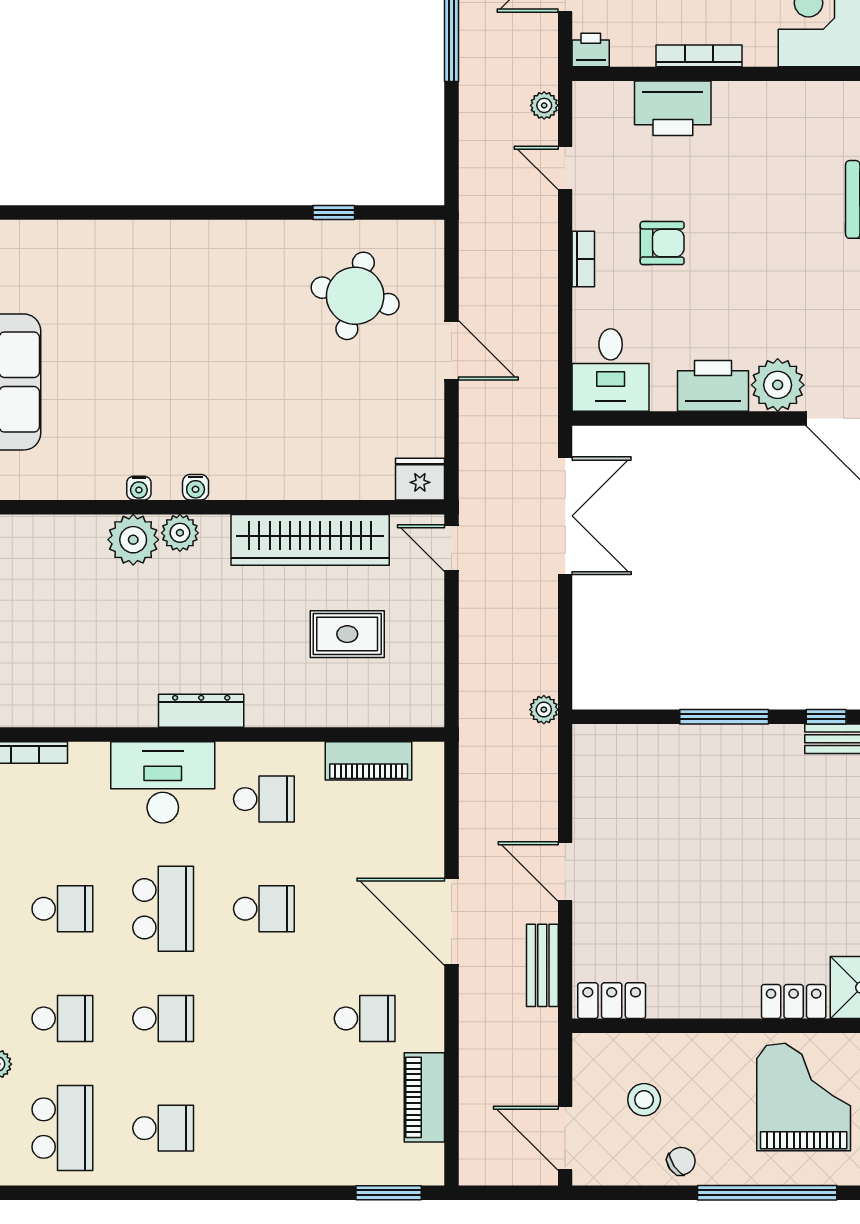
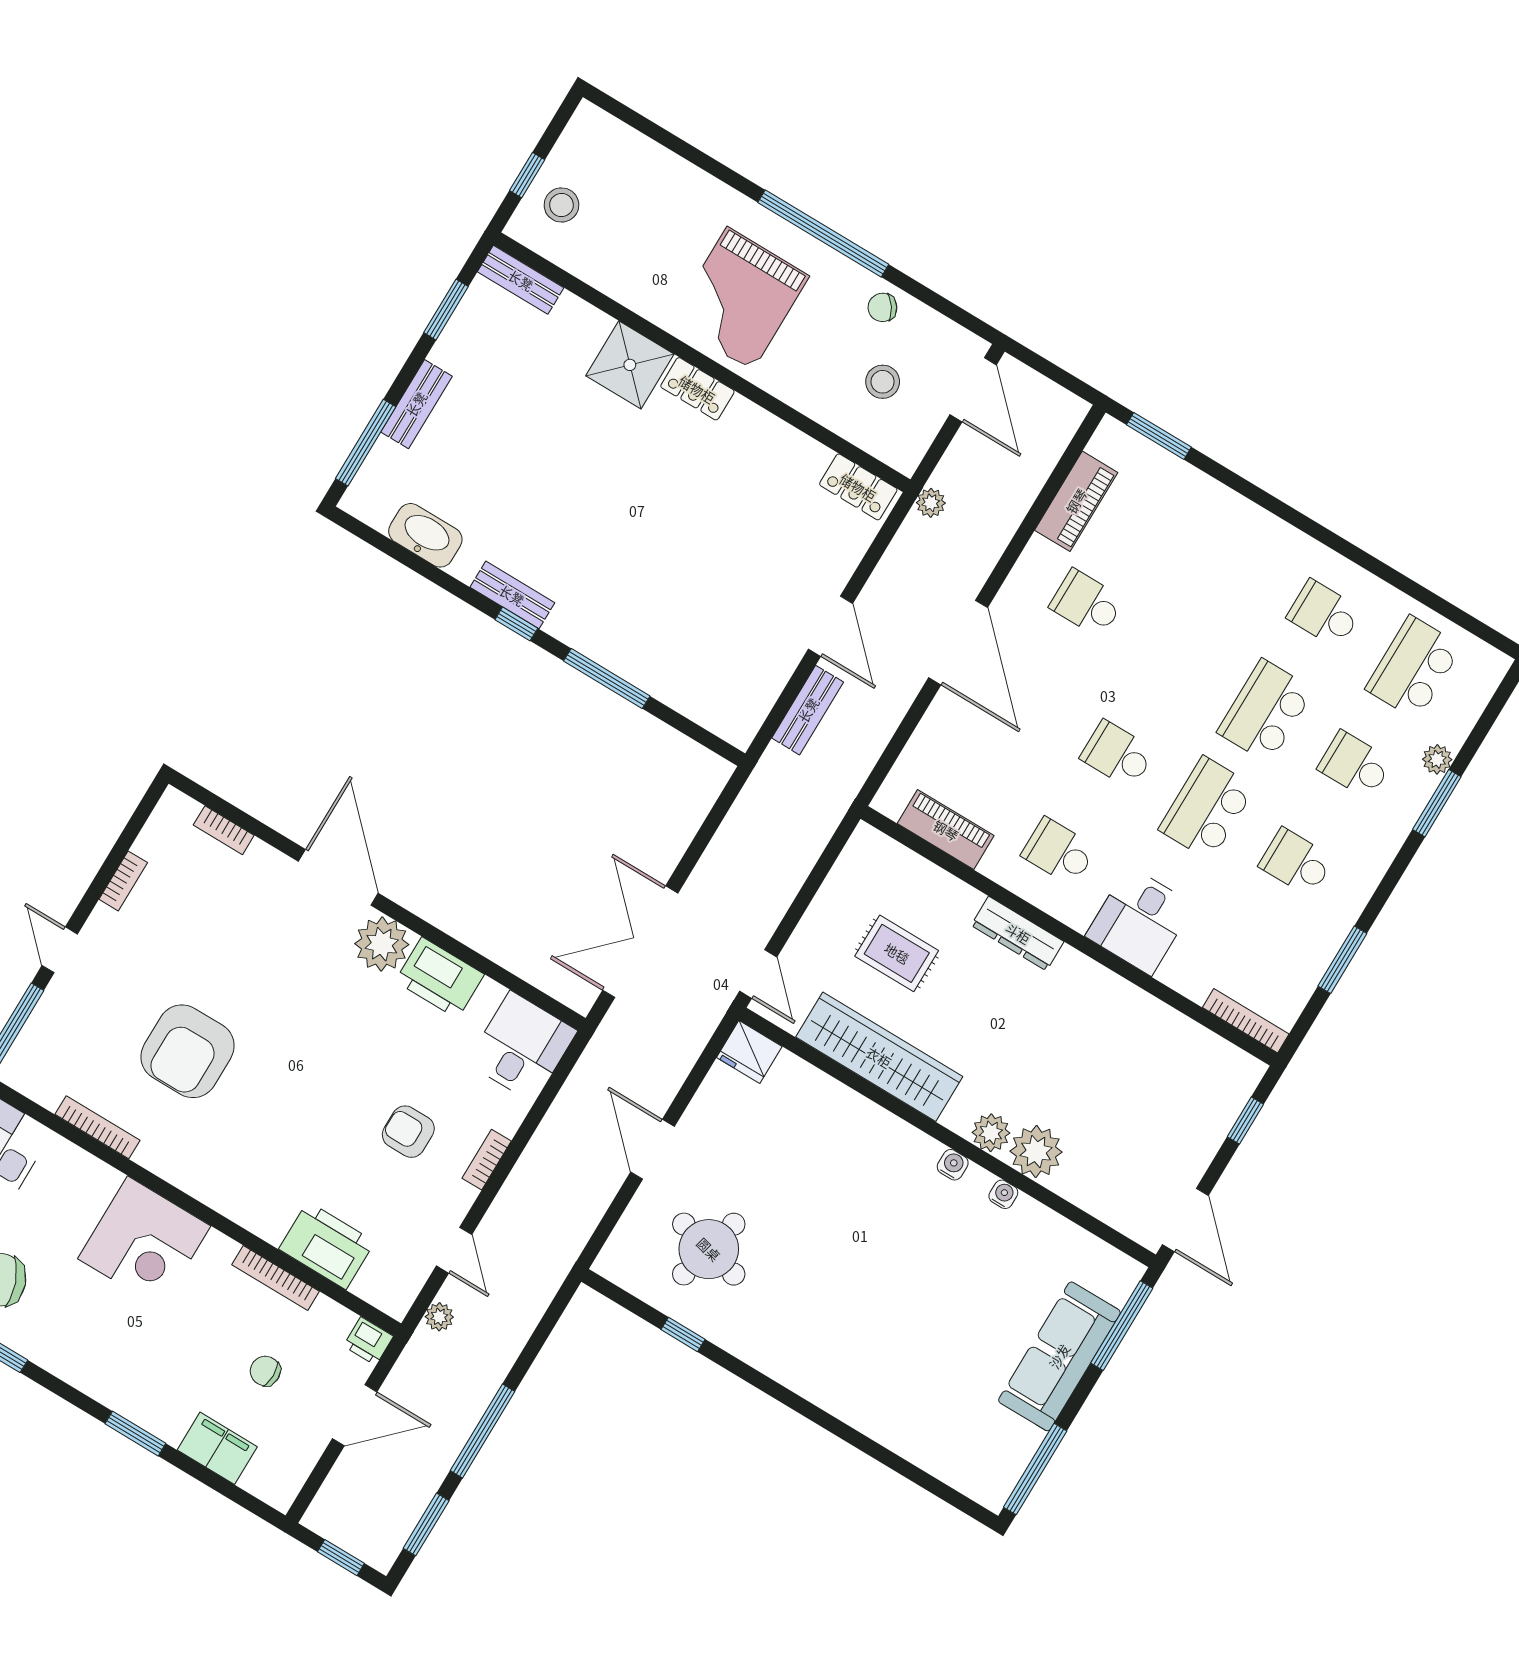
plant: (544, 710) -> (931, 503), moved
dresser: (201, 711) -> (1018, 933), moved
desk: (163, 782) -> (1140, 921), width x0.73
bench: (542, 965) -> (808, 710), moved
school desk: (163, 1018) -> (1266, 711), width x1.85

